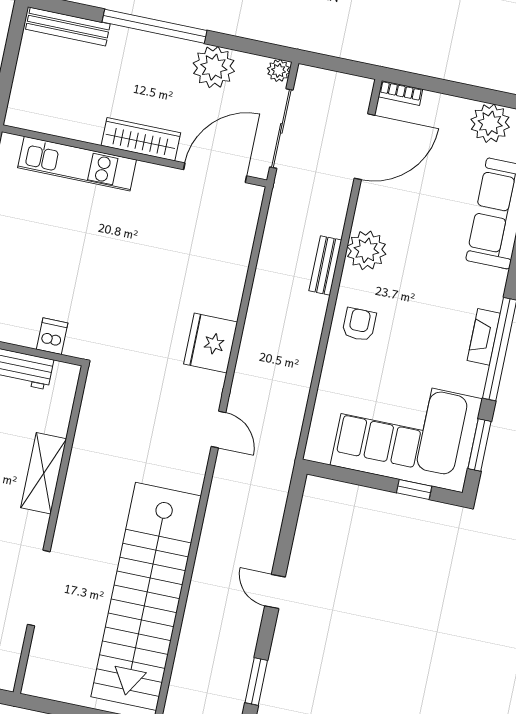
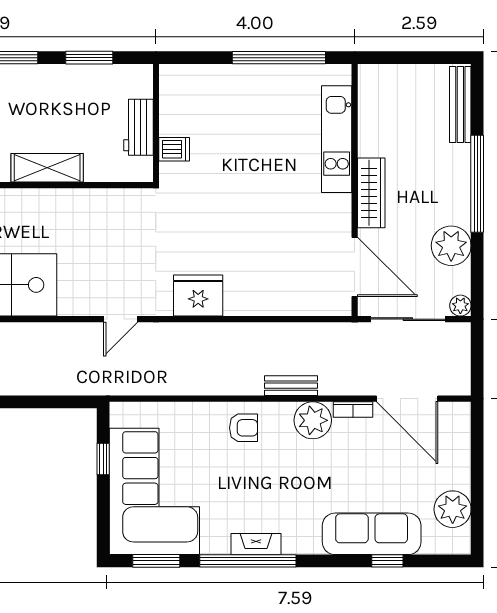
bookcase: (400, 93) -> (353, 410), moved, turned -90
window: (414, 490) -> (103, 459), moved

